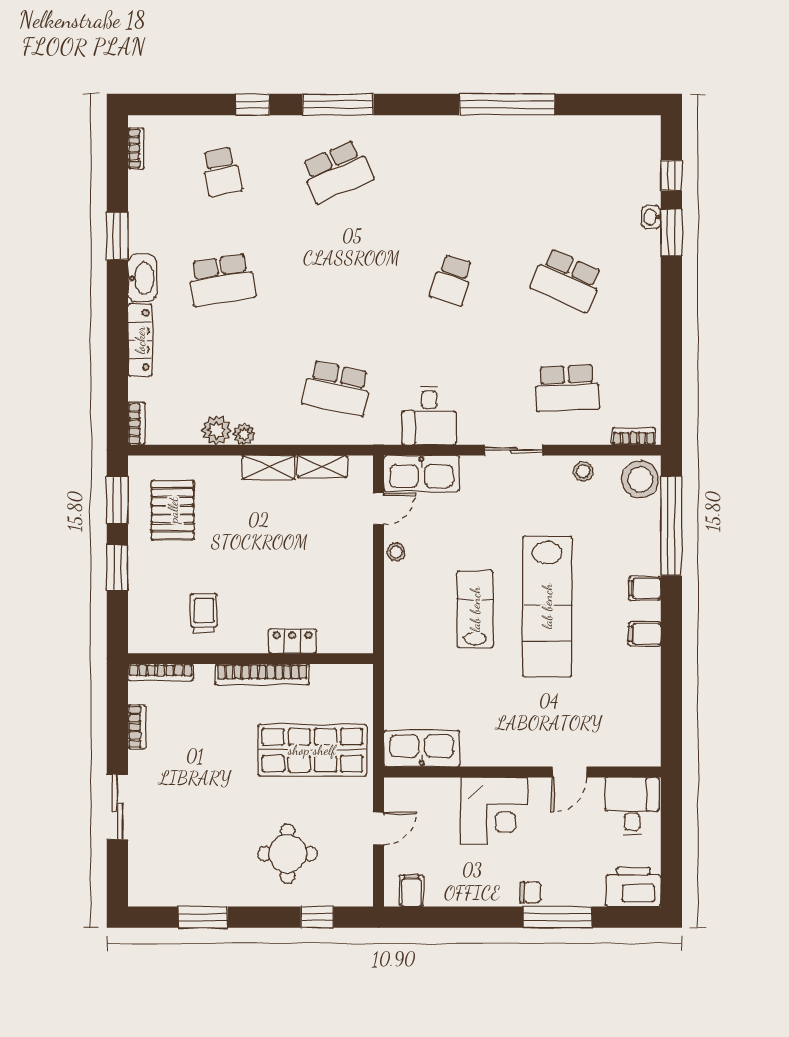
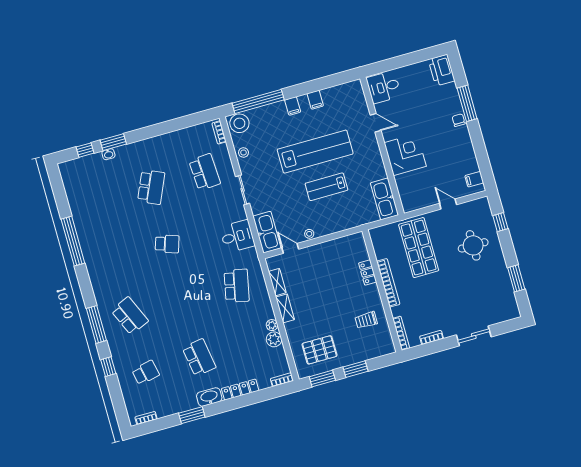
kitchen sink: (422, 749) -> (384, 199), moved
wall: (522, 772) -> (382, 146), moved
door: (569, 772) -> (376, 123), moved
desk: (632, 806) -> (384, 87), moved
corner desk: (494, 811) -> (405, 155), moved

